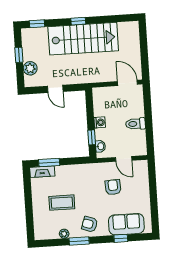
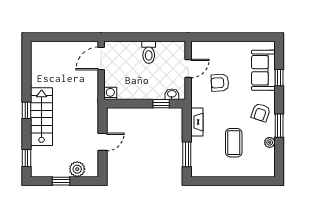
stairs: (83, 39) -> (42, 117), width x0.73, depth x0.66
washing machine: (100, 122) -> (110, 93), moved
fireplace: (42, 172) -> (197, 122), moved

